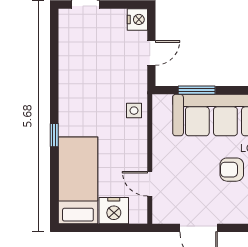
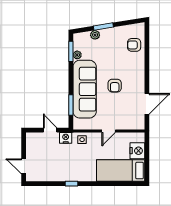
nightstand: (137, 19) -> (66, 138), moved
window: (54, 135) -> (72, 184), moved
door: (150, 184) -> (109, 131), moved

